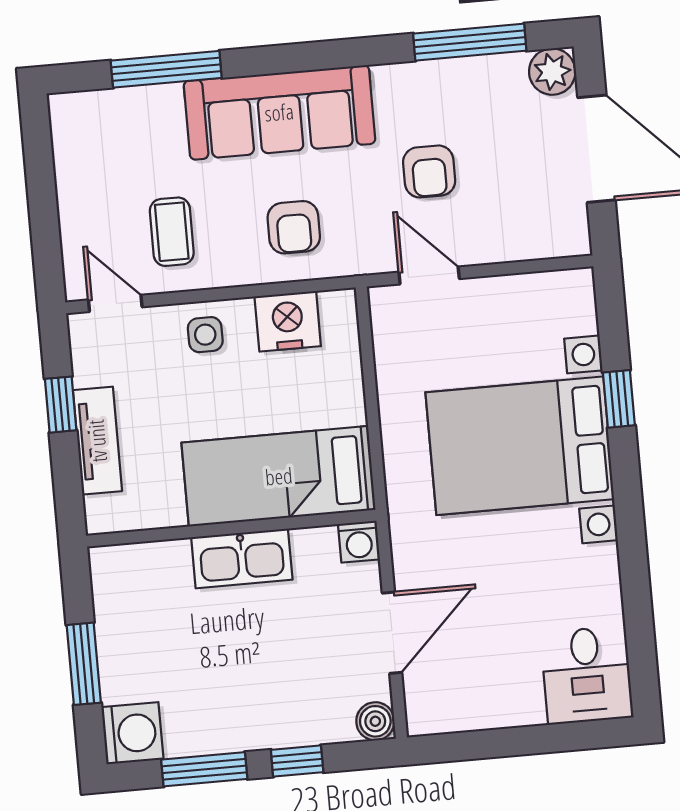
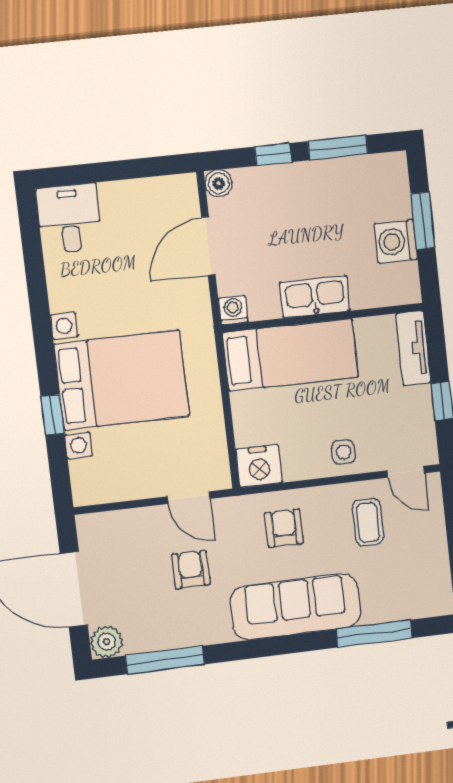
nightstand: (288, 321) -> (259, 466), moved
tv unit: (97, 441) -> (413, 348), moved
washing machine: (132, 733) -> (396, 241), moved

